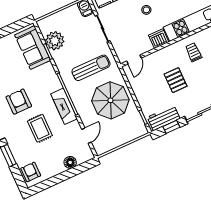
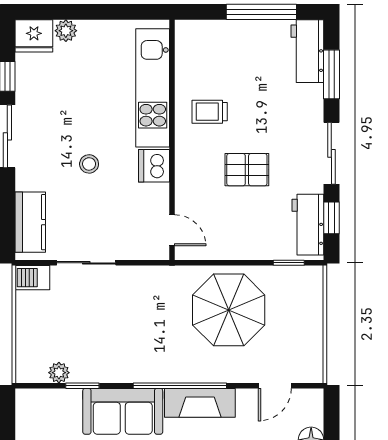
plant: (55, 41) -> (59, 373), width x0.53, depth x0.53
sofa: (33, 48) -> (123, 411), moved
sun lounger: (91, 68) -> (151, 319), removed
door: (86, 136) -> (275, 386), swing flipped

